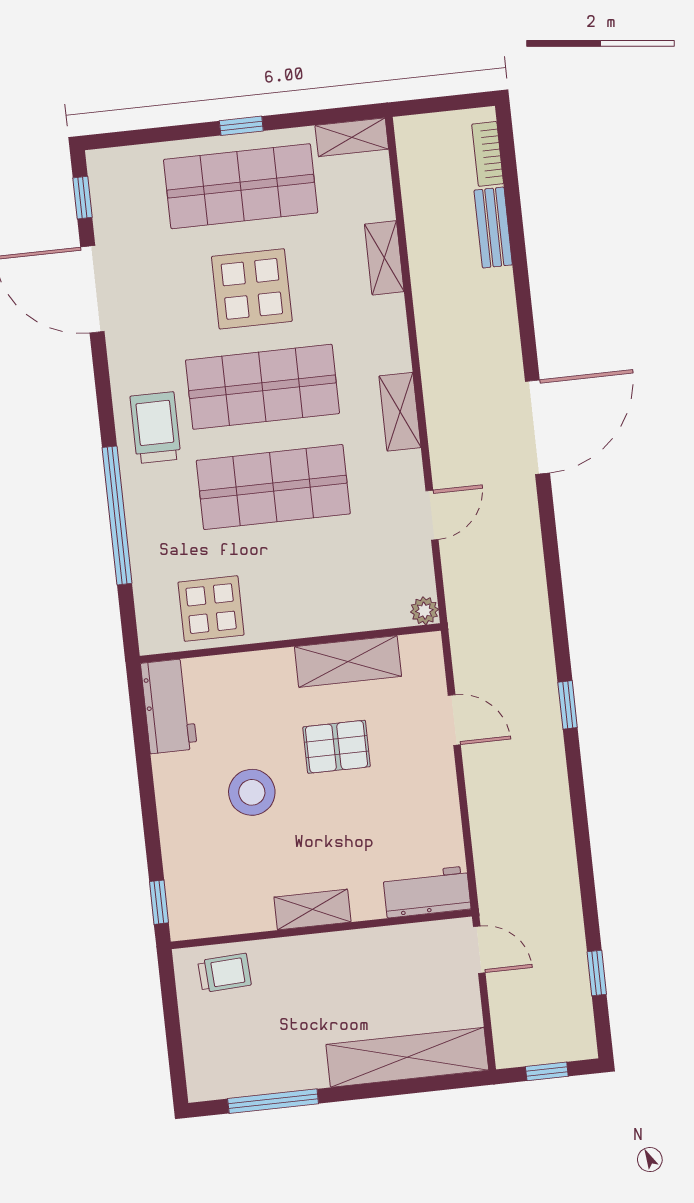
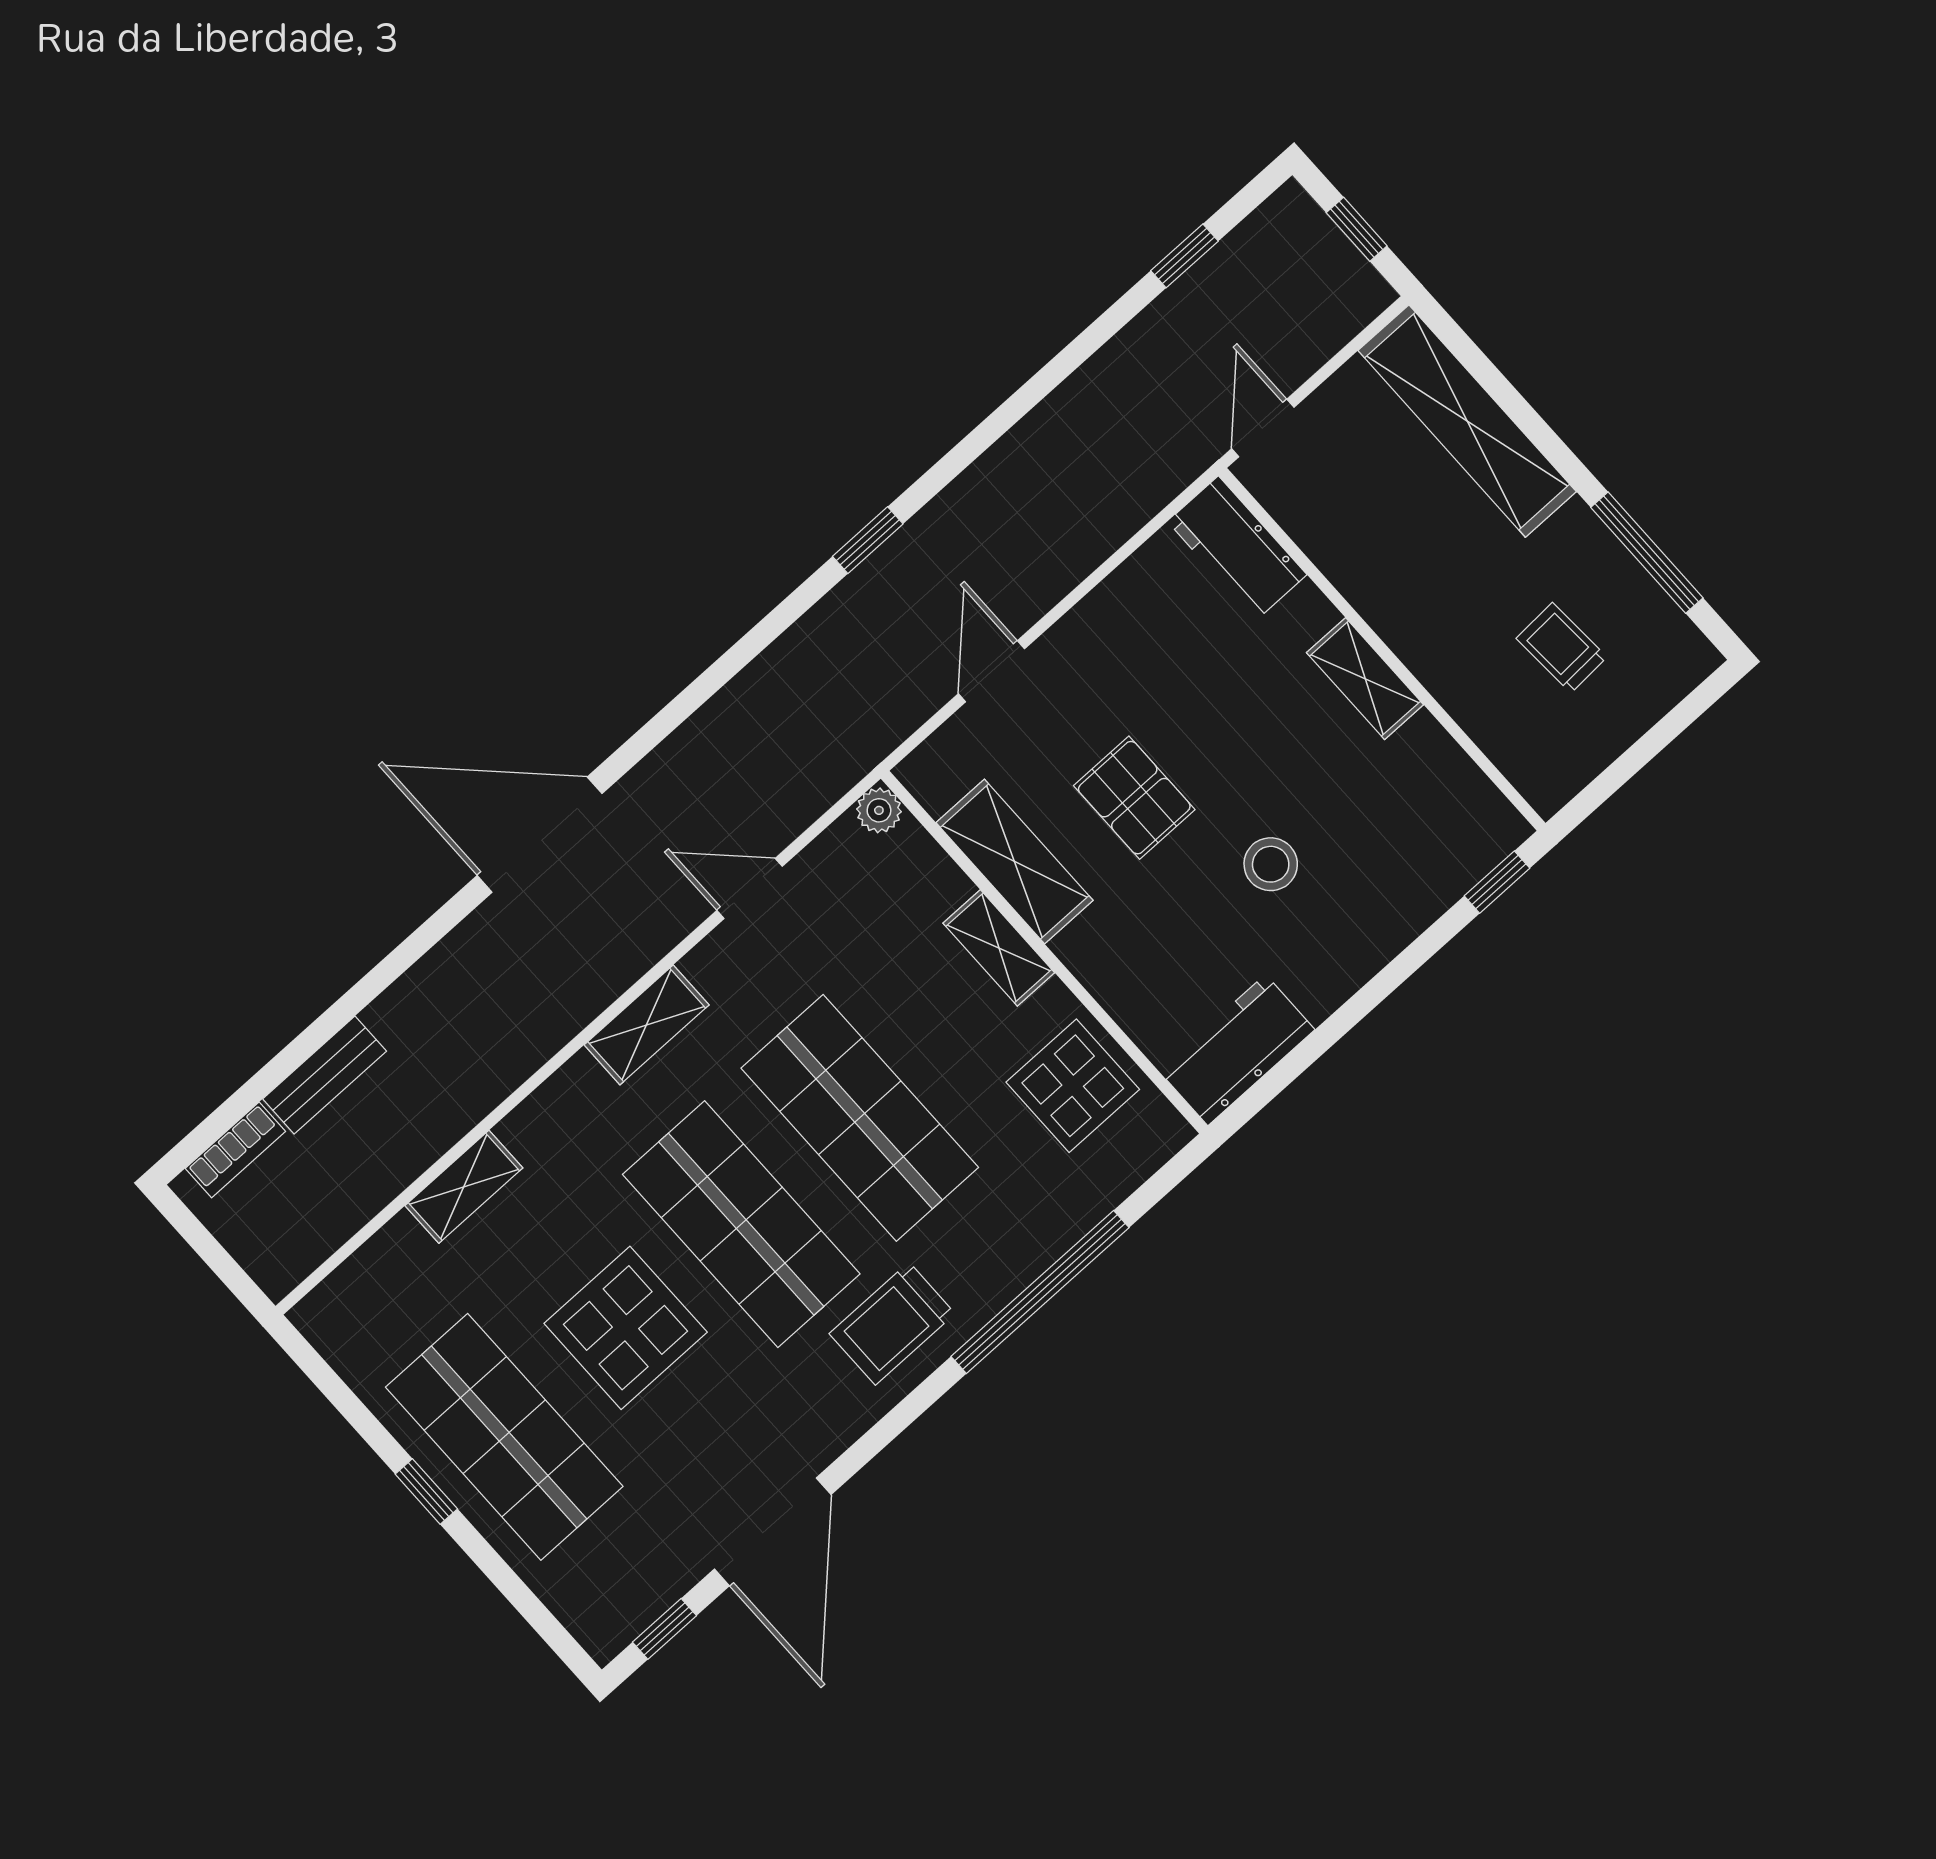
shelving: (352, 137) -> (999, 948), moved
stool: (252, 792) -> (1271, 864), width x0.73, depth x0.73
trolley: (224, 973) -> (1562, 648), moved

